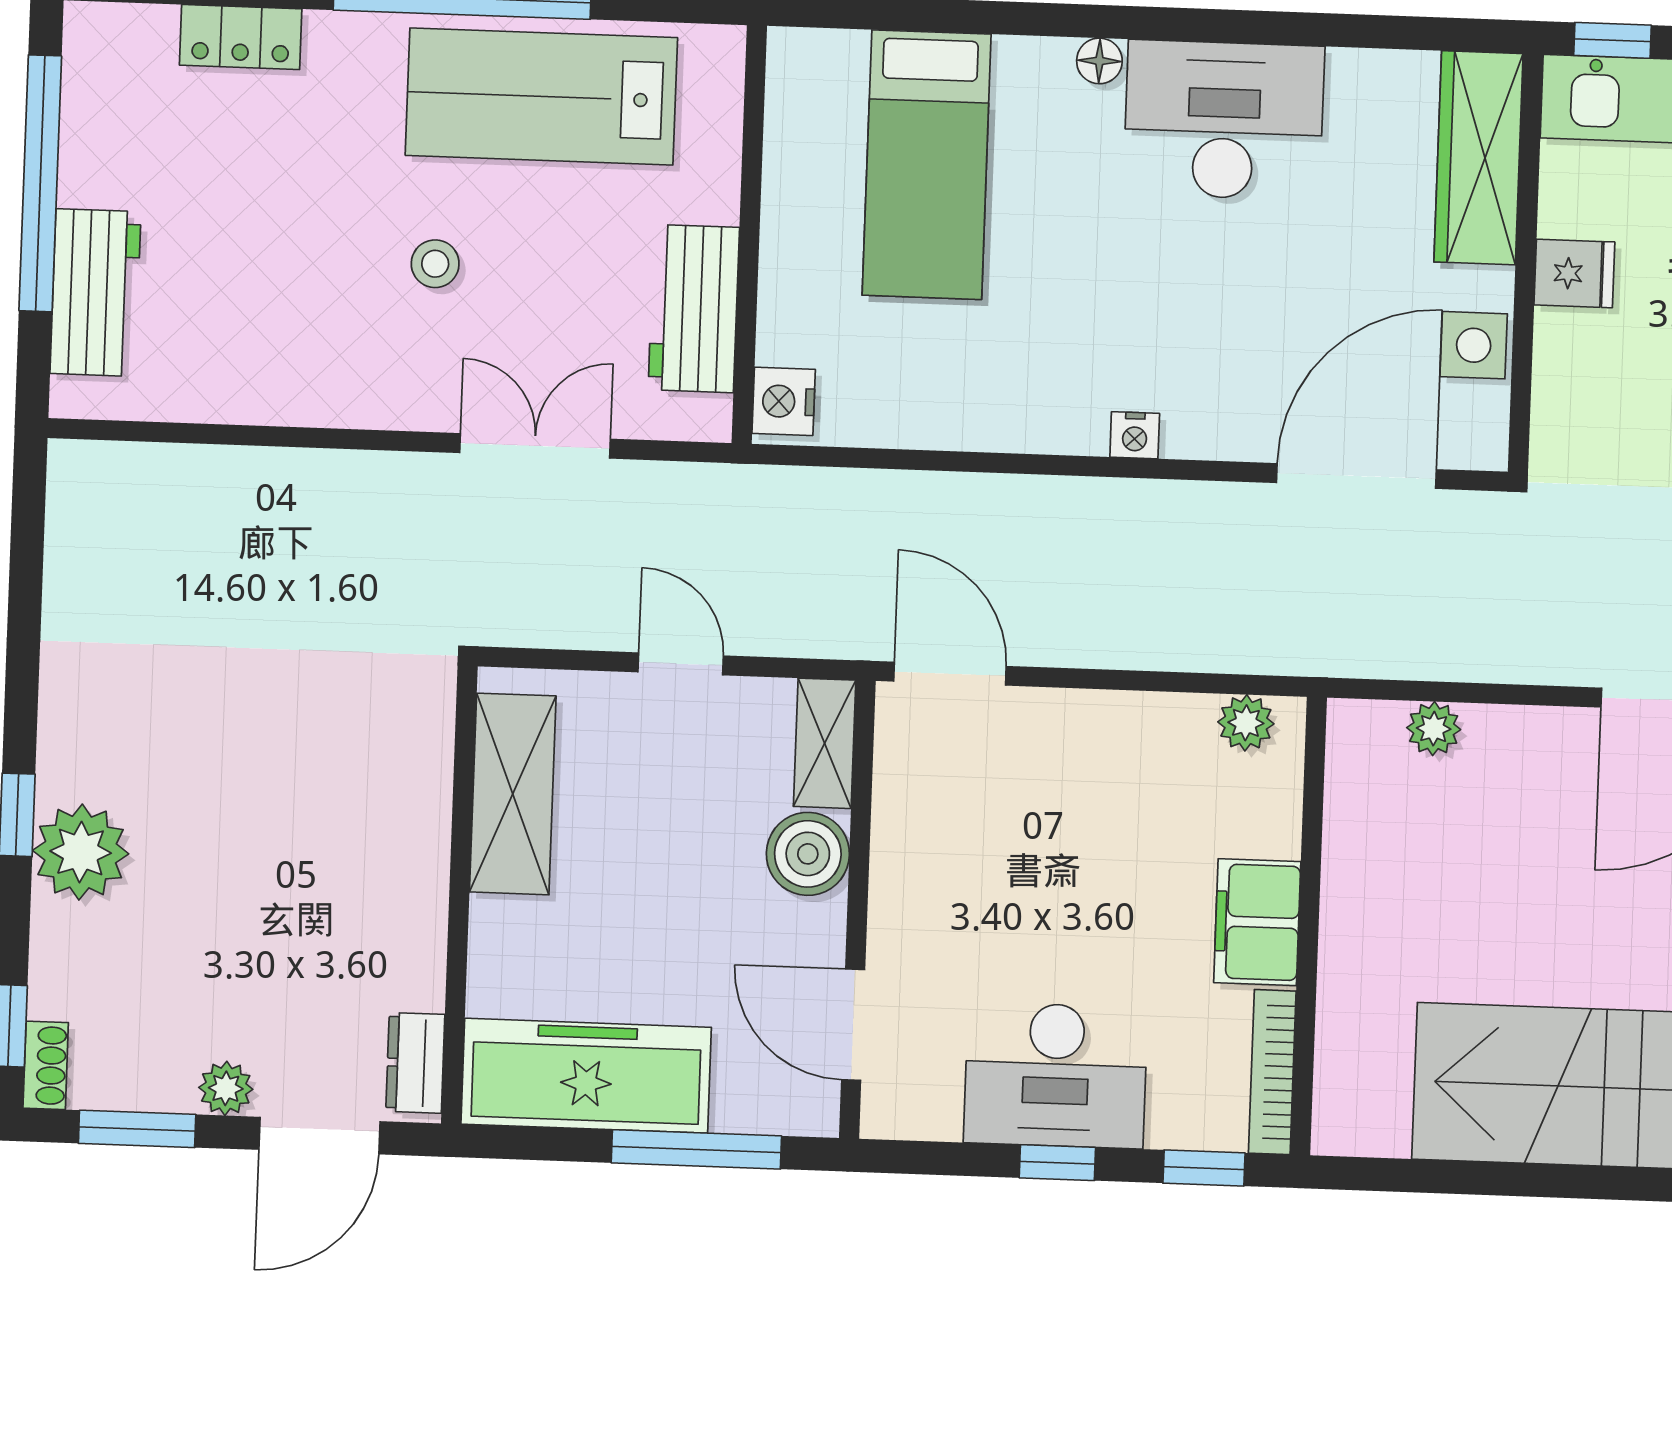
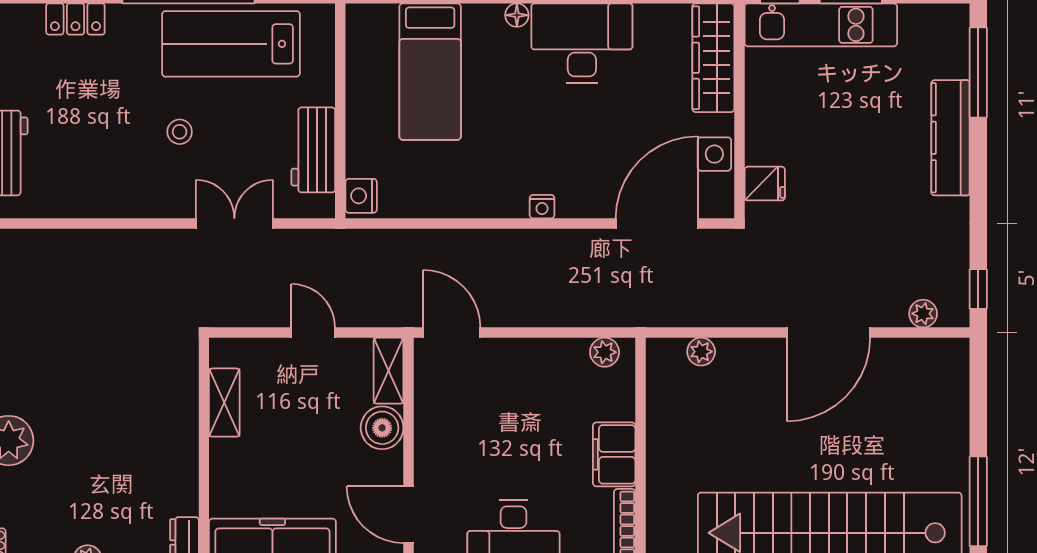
fridge: (1574, 273) -> (765, 184), moved
shelving: (513, 794) -> (224, 403), width x0.67, depth x0.75

